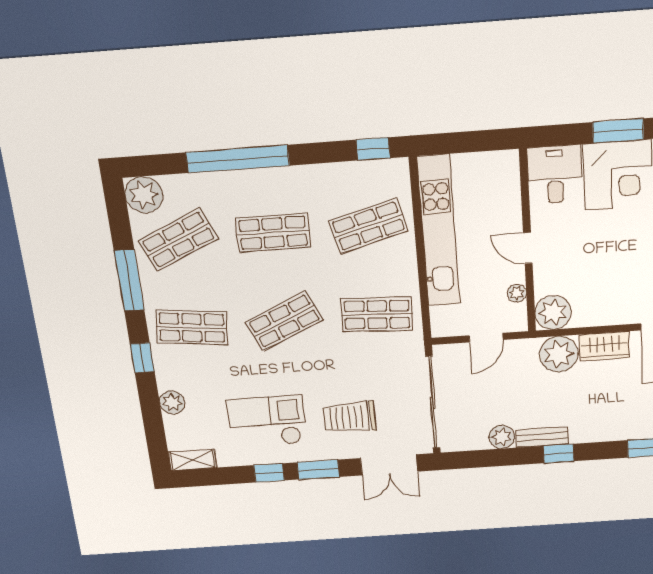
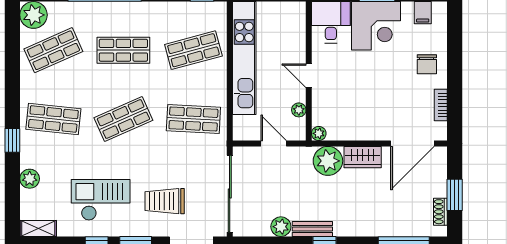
window: (129, 280) -> (12, 79), removed
plant: (553, 313) -> (319, 133), width x0.53, depth x0.53
door: (486, 338) -> (274, 143), swing flipped

